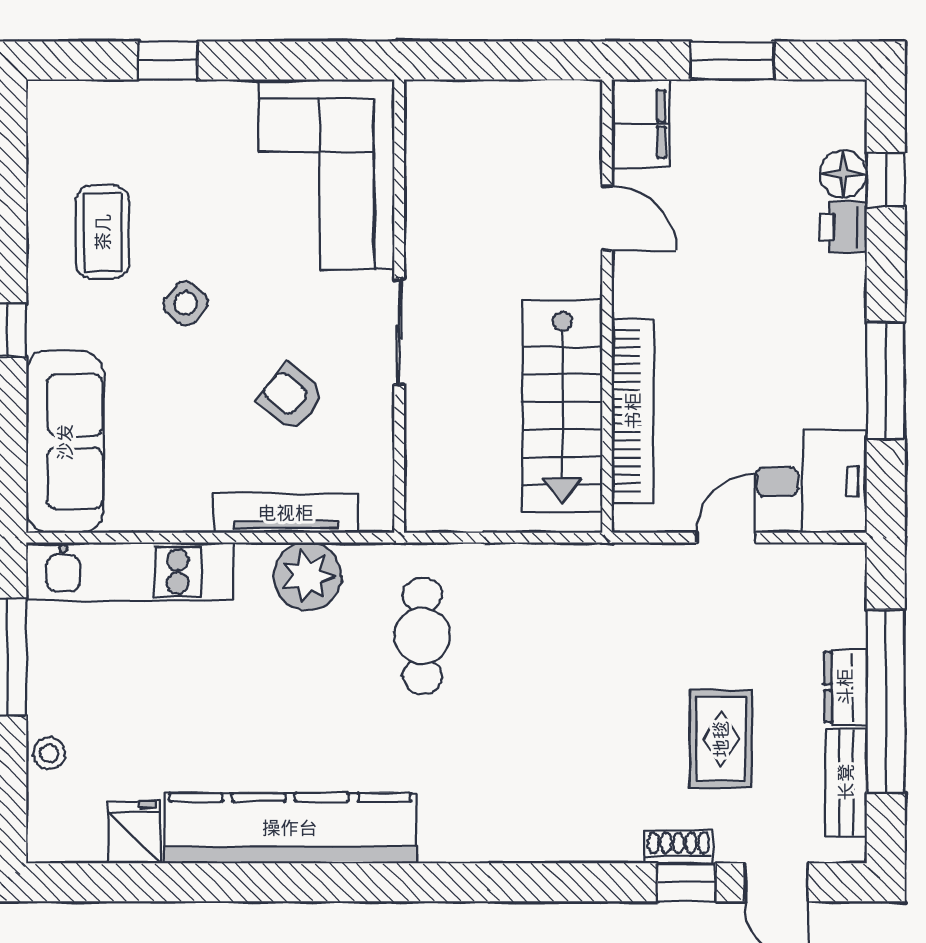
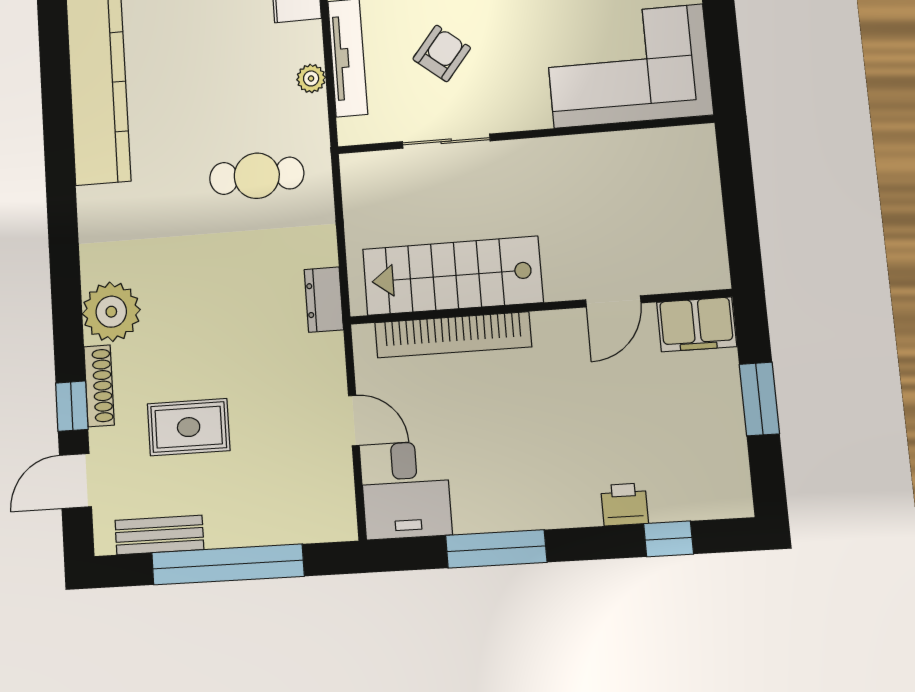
floor lamp: (843, 174) -> (670, 501), removed
sliding door: (399, 332) -> (446, 141), moved
plant: (308, 576) -> (311, 78), width x0.53, depth x0.53
dresser: (845, 687) -> (324, 300), moved, turned -90
plant: (575, 827) -> (111, 312), added
shoe rack: (678, 847) -> (99, 386), width x1.43

